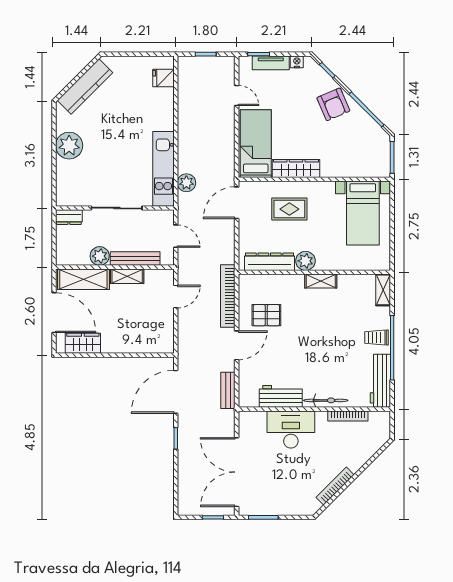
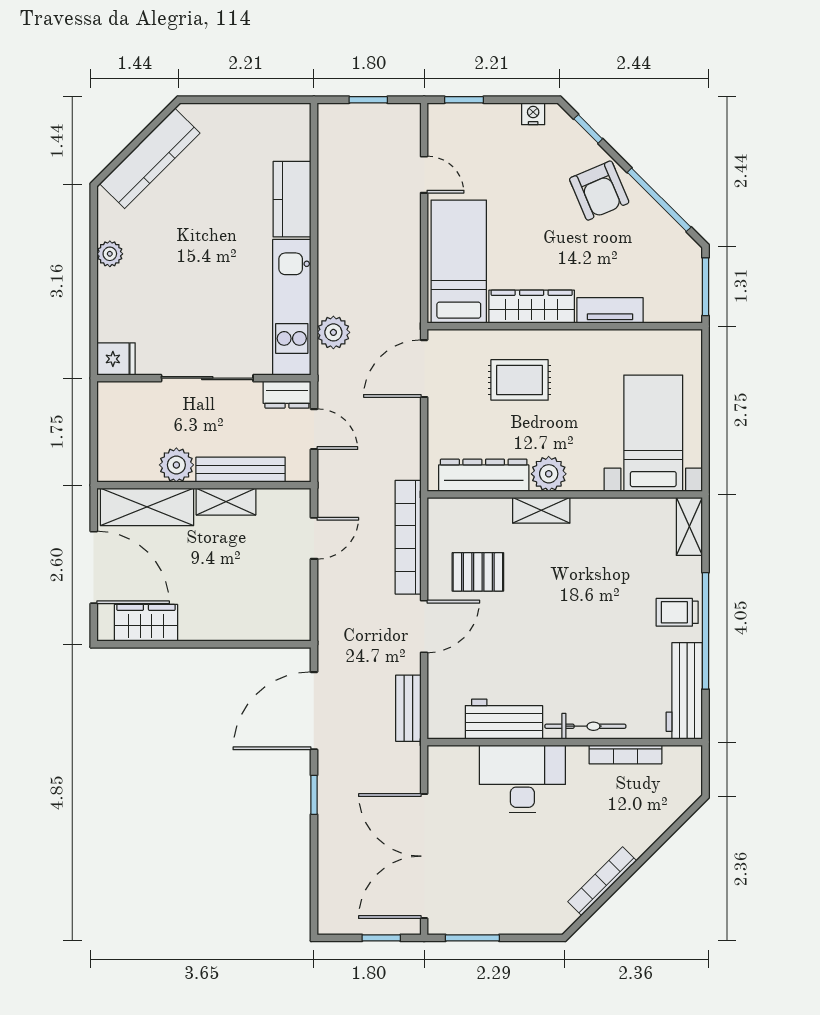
tv unit: (271, 63) -> (610, 310), moved, turned 180
fridge: (163, 78) -> (116, 359), moved, turned 180
kitchen counter: (164, 109) -> (292, 199), added
plant: (69, 146) -> (110, 254), width x0.53, depth x0.53
bed with nightstands: (363, 213) -> (653, 433), moved, turned 180
dresser: (69, 217) -> (287, 395), moved
shelving: (321, 281) -> (541, 510), moved

